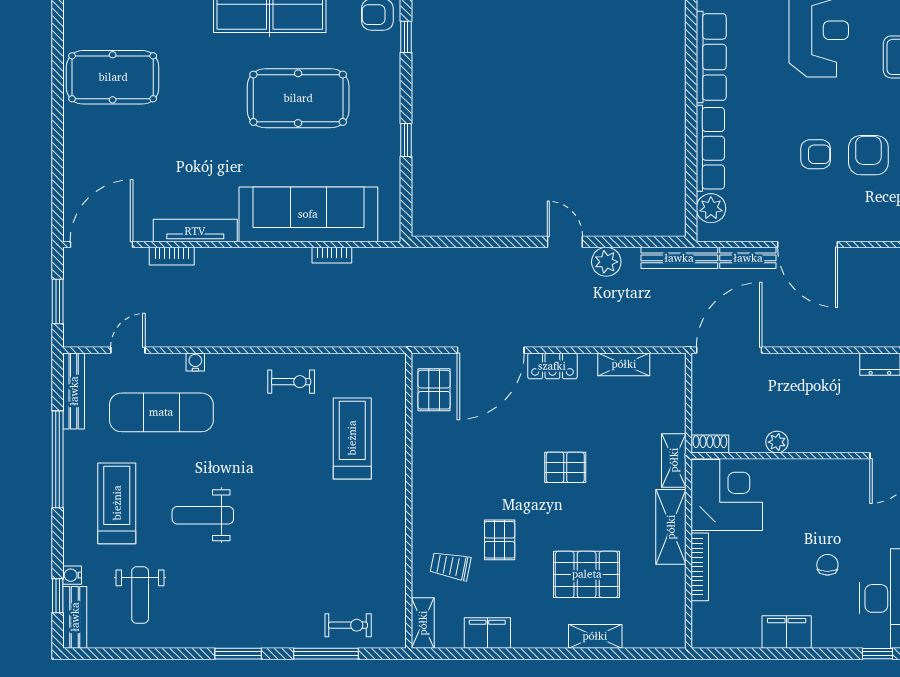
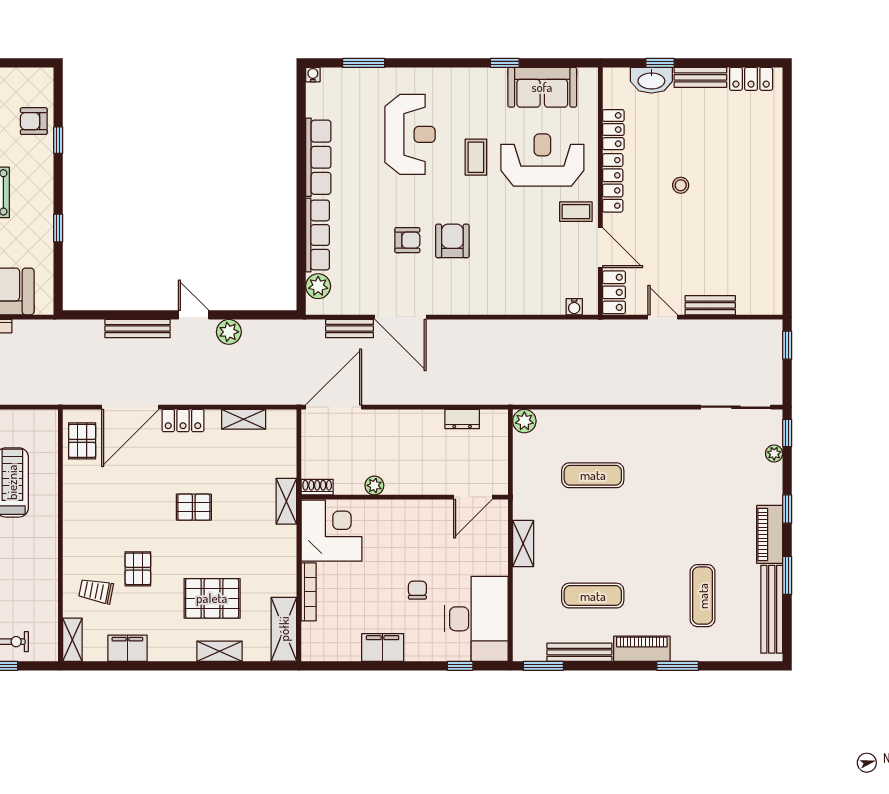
bench: (679, 258) -> (138, 329), moved
shelving: (671, 527) -> (284, 629), moved

